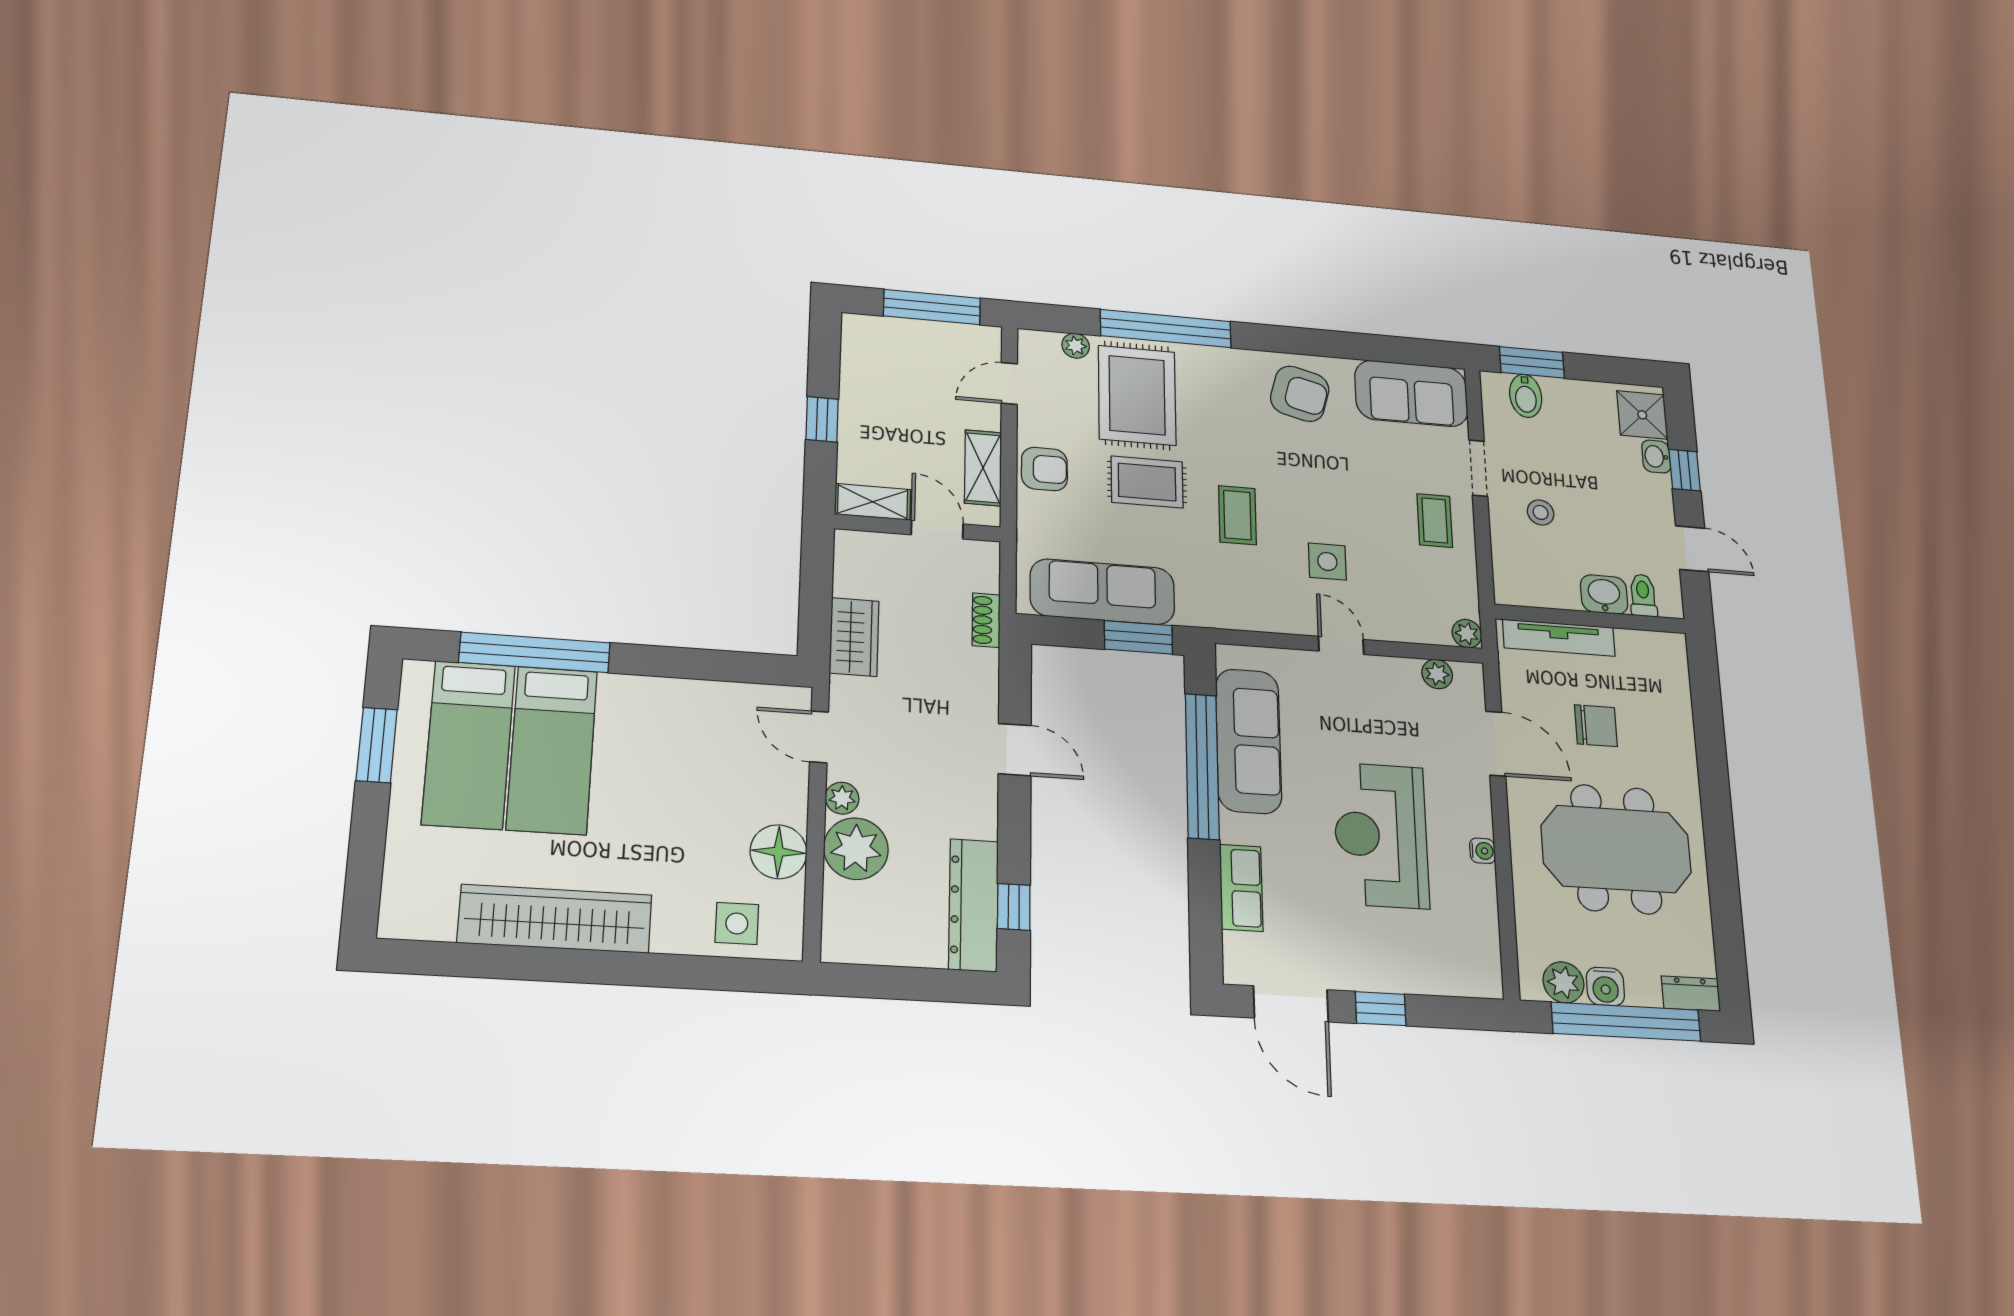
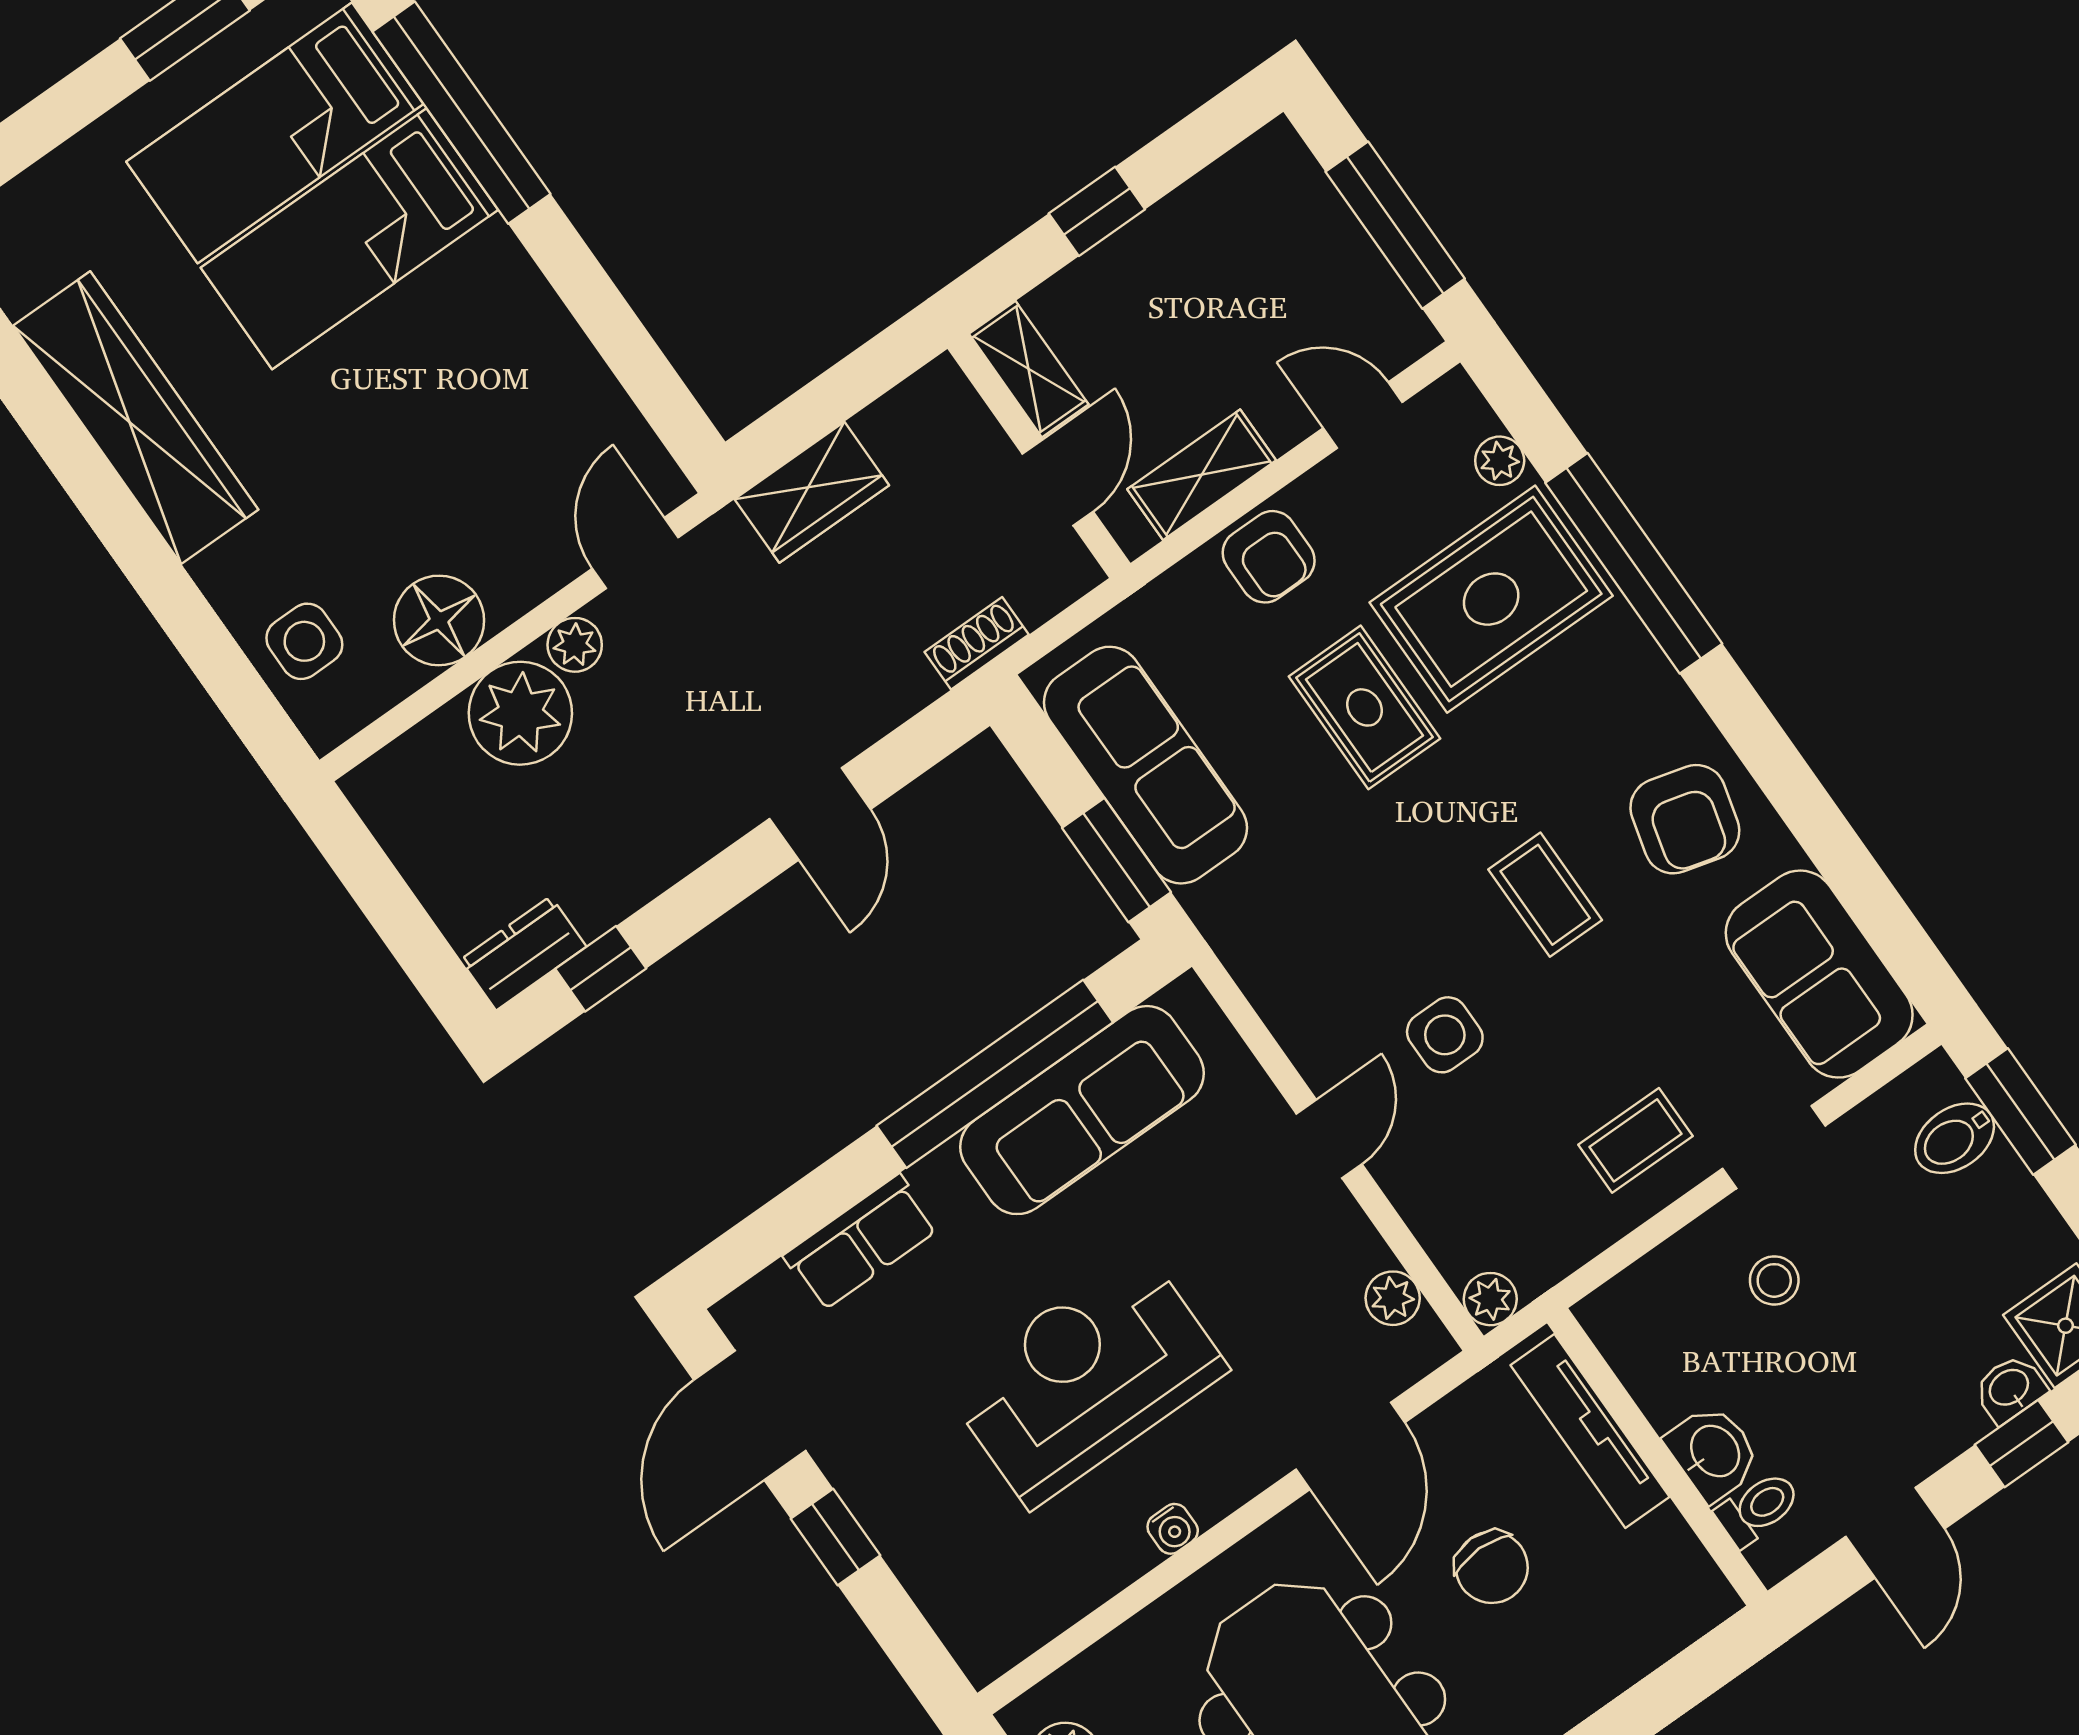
coffee table: (1237, 515) -> (1545, 895), moved, turned 90
dresser: (974, 905) -> (523, 953), width x0.51, depth x0.80

